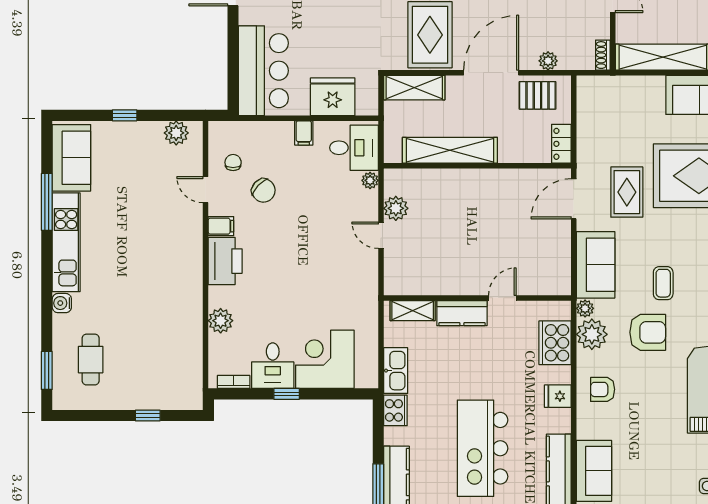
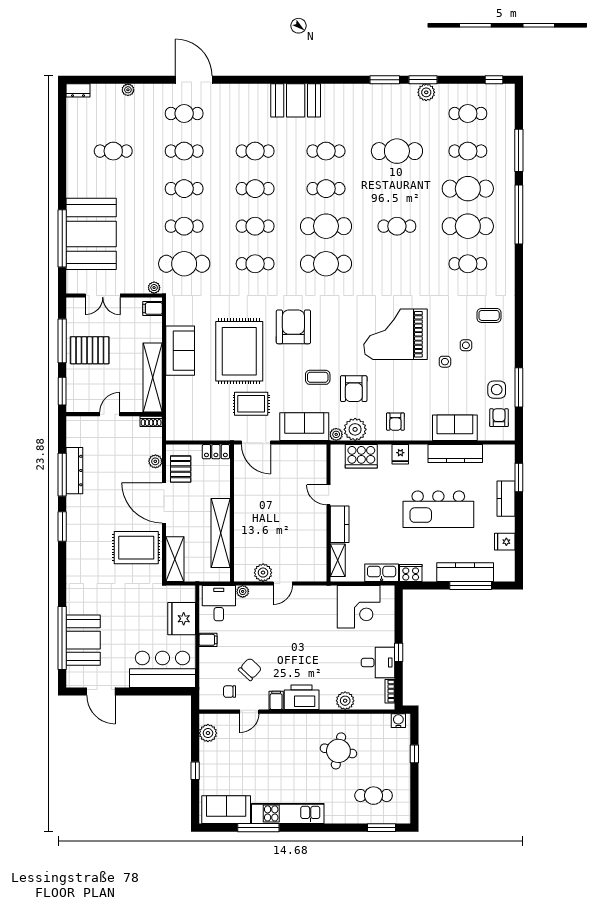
water cooler: (62, 303) -> (398, 721), moved, turned 180
round table: (152, 312) -> (338, 751), added
armchair: (648, 332) -> (354, 389), turned 180
corner desk: (325, 359) -> (359, 607), moved, turned -90
side table: (685, 457) -> (445, 362), added

